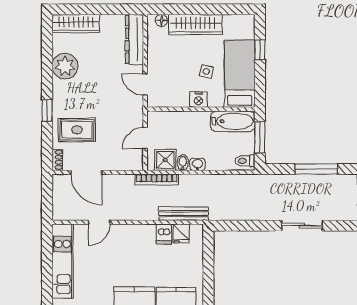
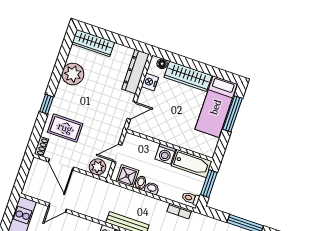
window: (260, 50) -> (233, 114), width x2.17
side table: (206, 71) -> (184, 117), removed
bed: (240, 74) -> (216, 107), moved, turned 180
door: (145, 85) -> (132, 110), swing flipped
nightstand: (198, 100) -> (150, 82), moved, turned 90
washing machine: (200, 121) -> (165, 154), added
plant: (128, 161) -> (97, 167), added
bookcase: (157, 179) -> (179, 211), moved, width x0.64

